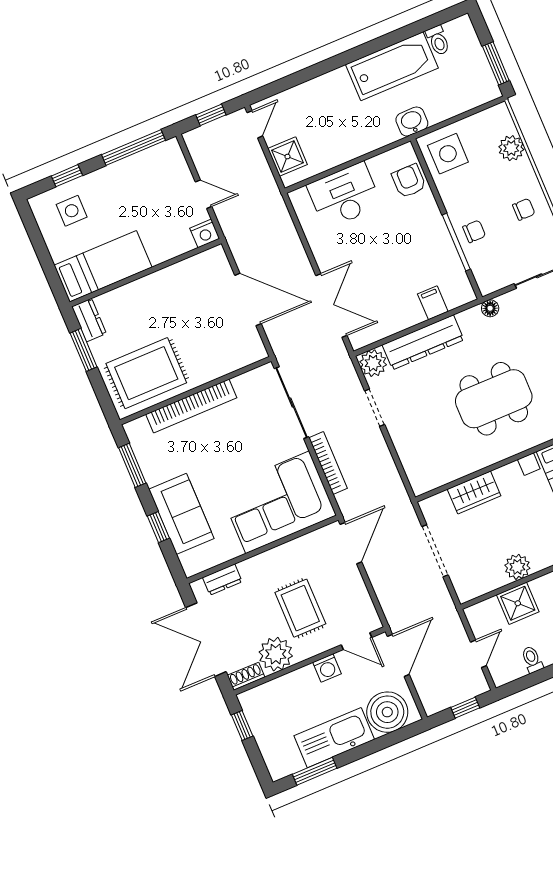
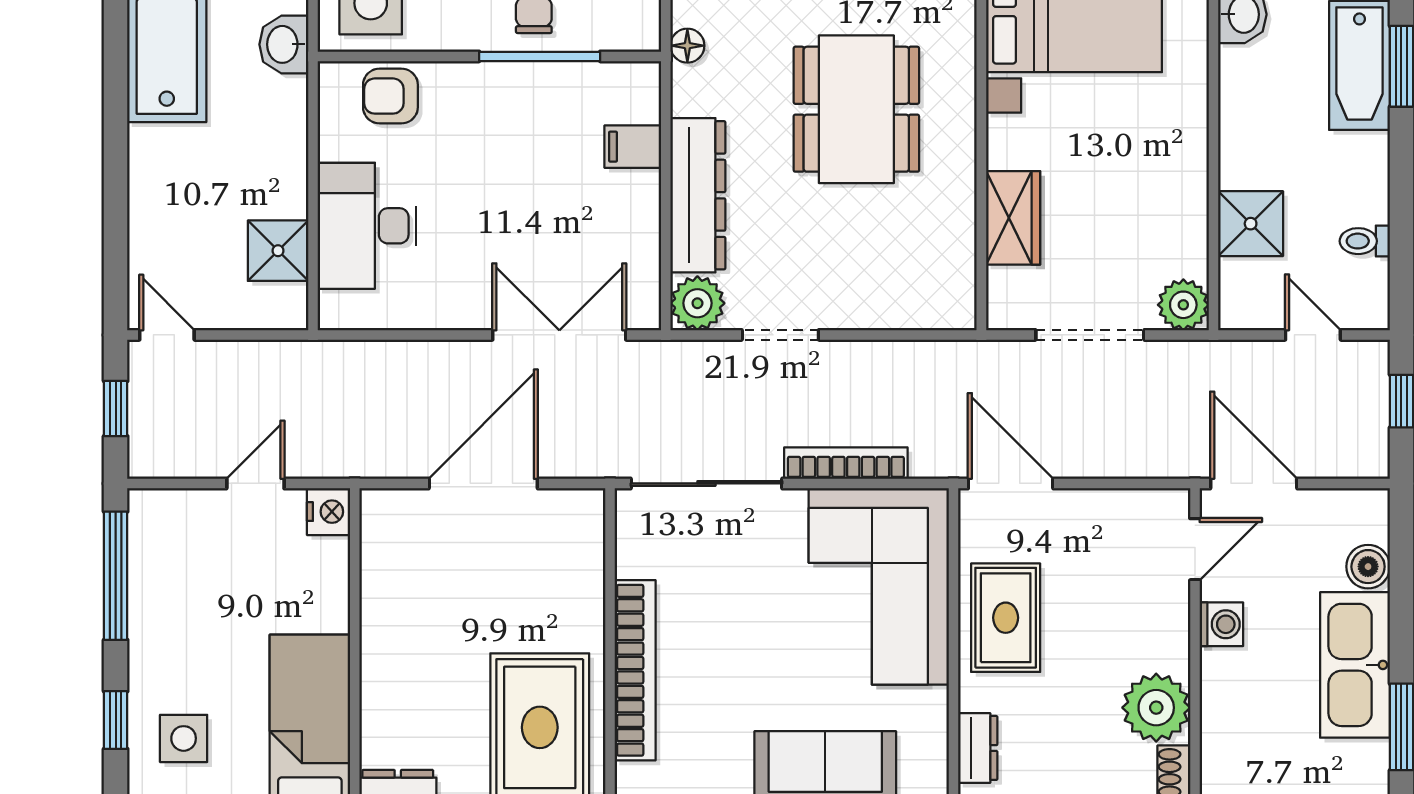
shower: (287, 157) -> (278, 251), moved
plant: (517, 567) -> (1183, 305), moved
rug: (300, 608) -> (1006, 618), moved, turned 90
boiler: (387, 712) -> (1368, 567), width x0.54, depth x0.54

